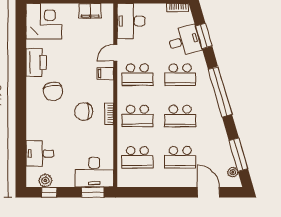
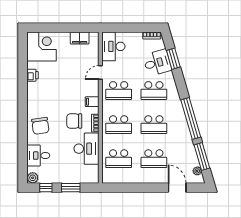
printer: (36, 62) -> (32, 75), width x0.53, depth x0.68
filing cabinet: (105, 74) -> (92, 102), moved
chair: (53, 91) -> (40, 126), moved
window: (220, 92) -> (191, 119), moved
desk: (94, 172) -> (86, 149), moved, turned -90
plant: (45, 180) -> (33, 178), moved
window: (93, 192) -> (71, 188), moved

